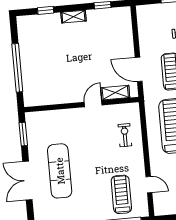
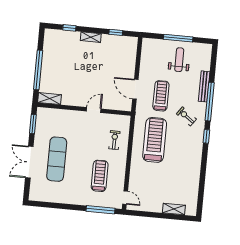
shelving: (115, 93) -> (49, 99), moved
door: (149, 185) -> (125, 198), moved
treadmill: (121, 194) -> (100, 176), moved

